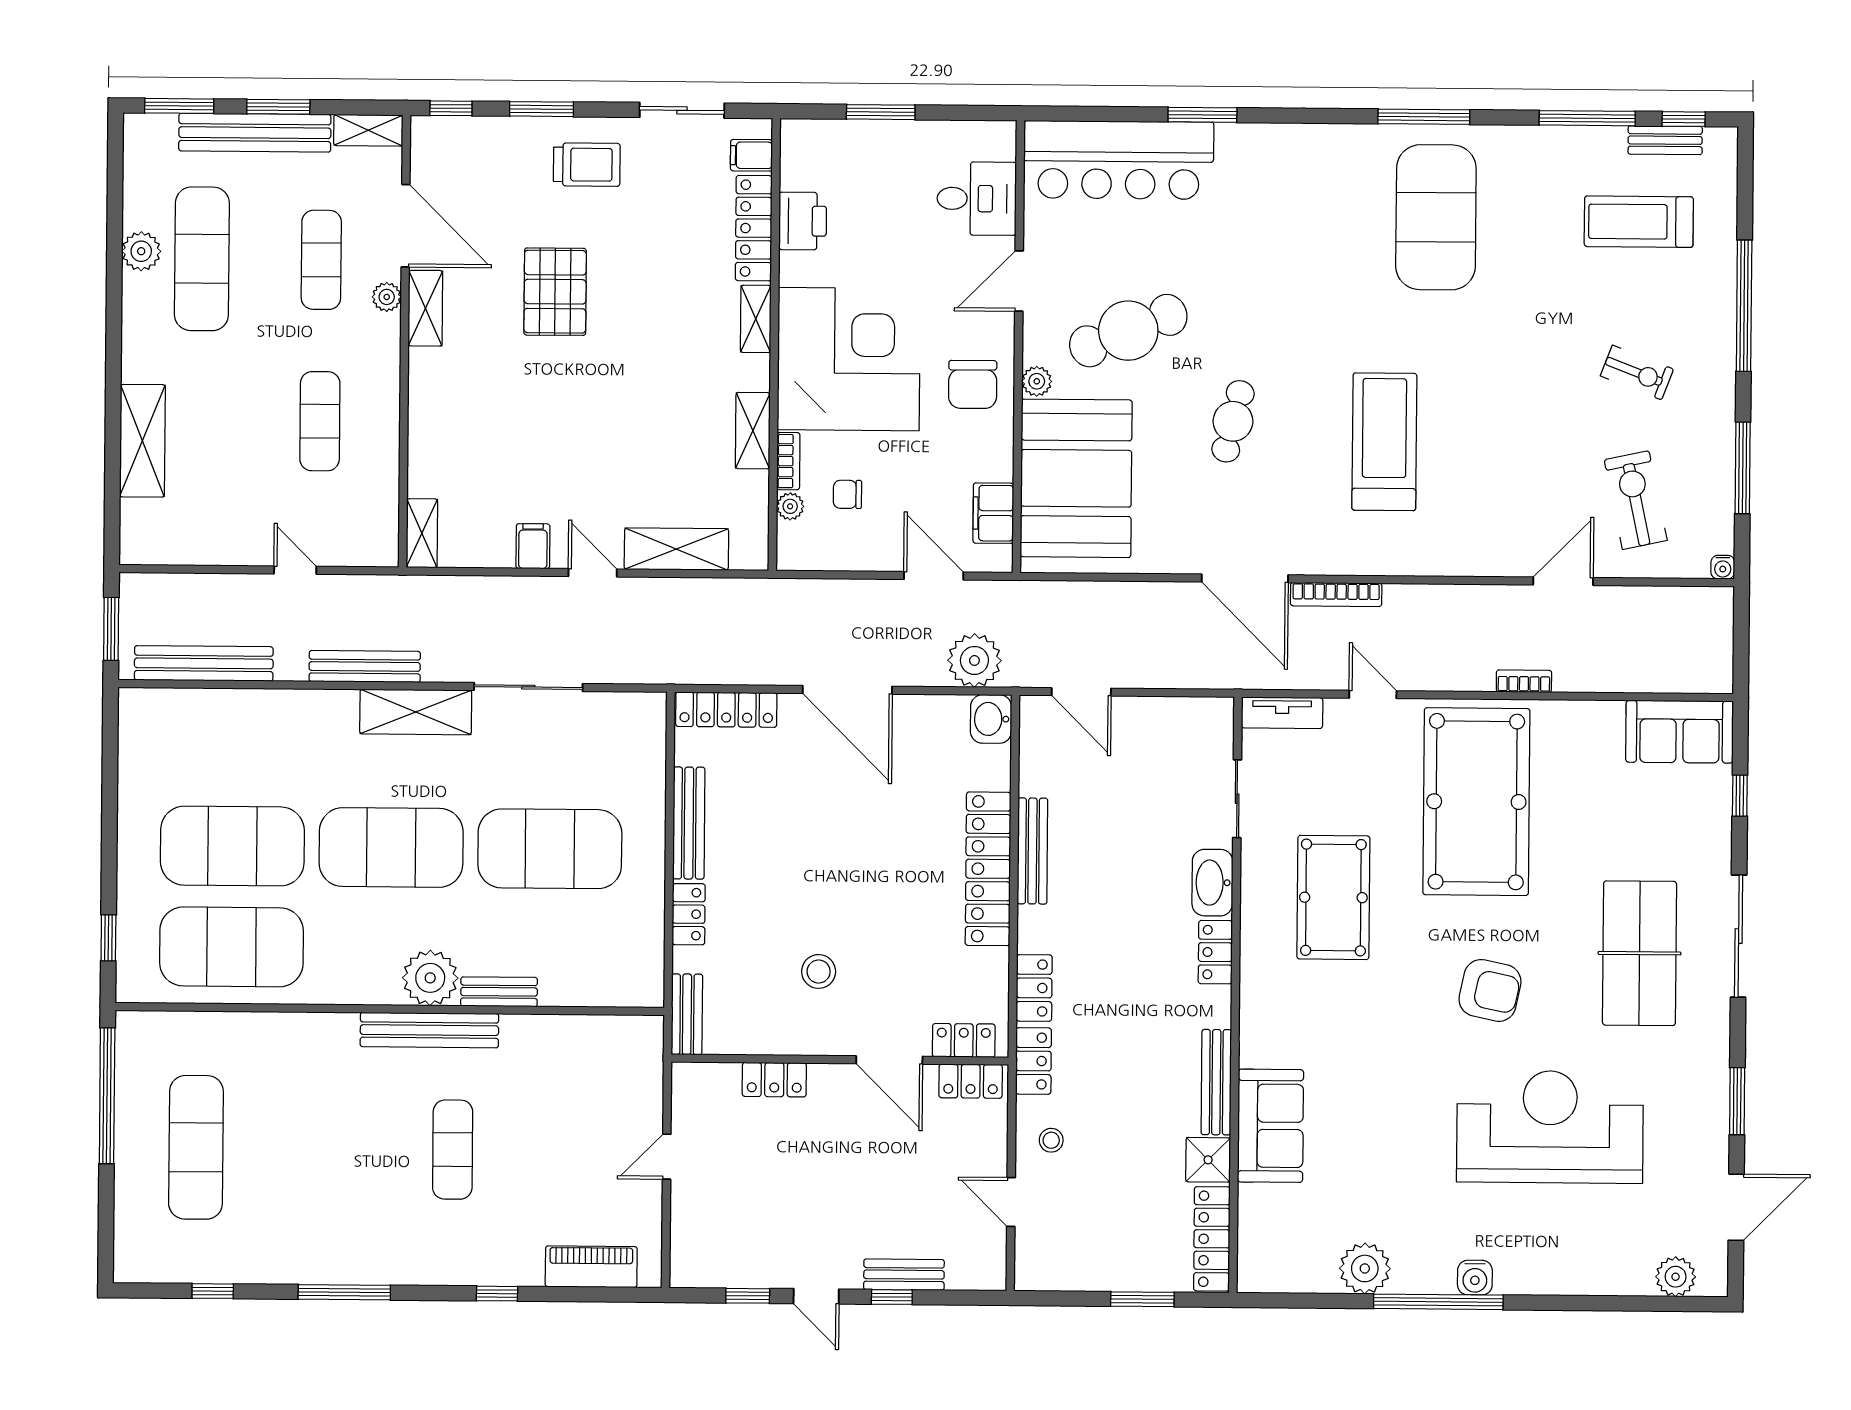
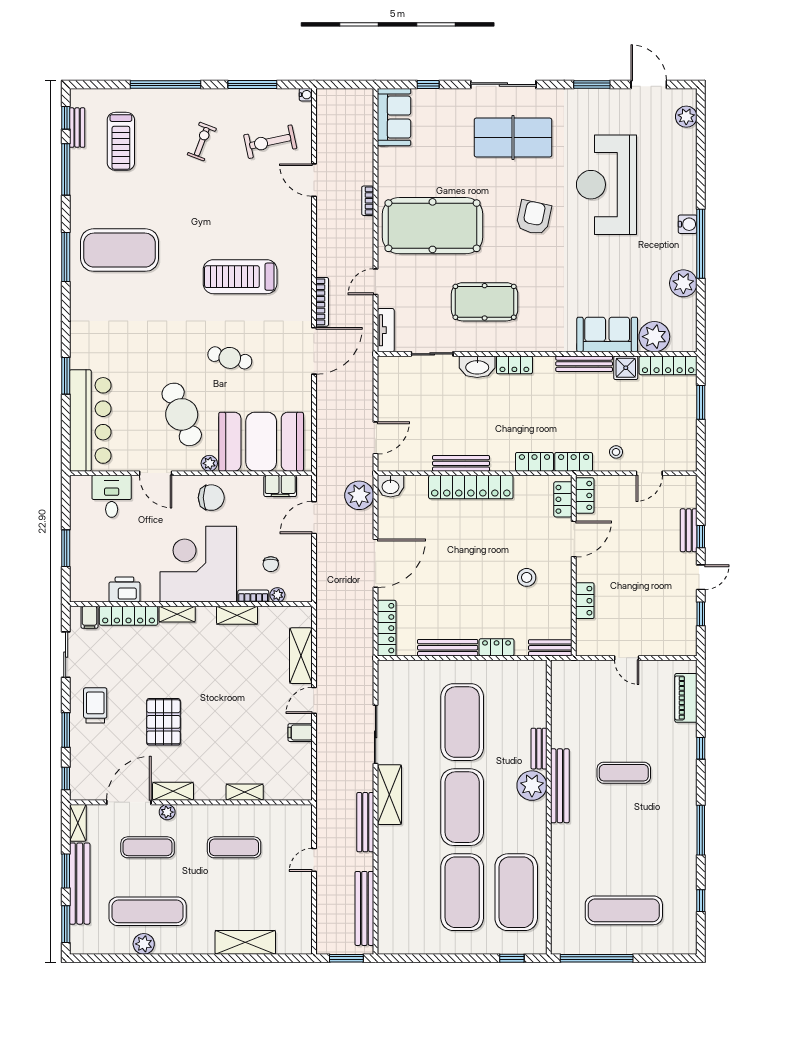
pallet: (555, 292) -> (163, 722), turned 90
shelving: (422, 533) -> (245, 792), moved
plant: (1266, 1214) -> (654, 337), added

